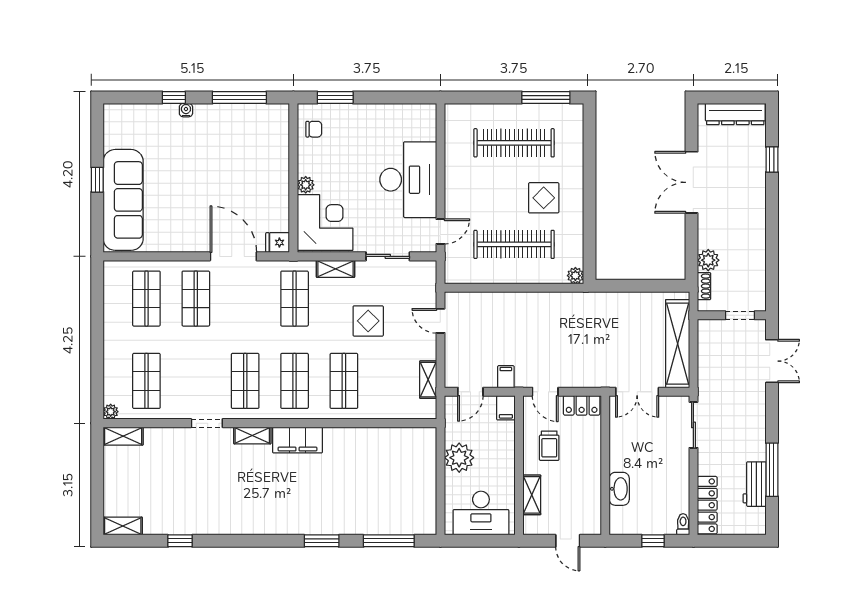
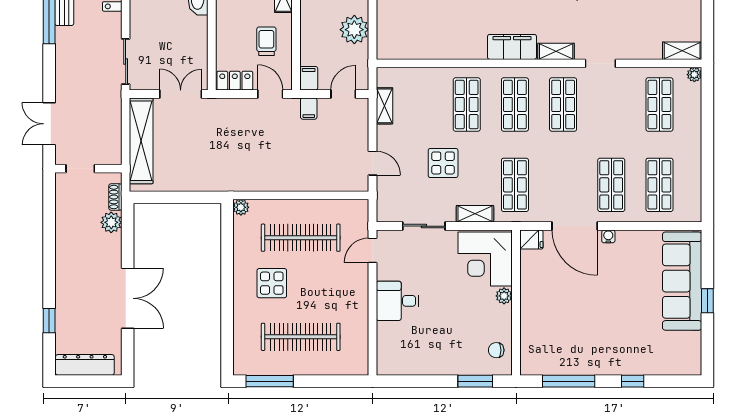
water cooler: (186, 110) -> (608, 236), moved, turned 180
desk: (408, 180) -> (398, 301), width x0.53, depth x0.77

